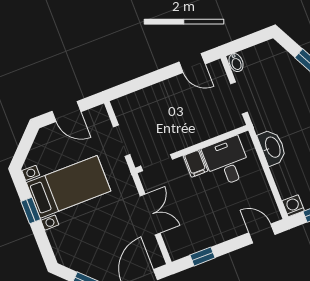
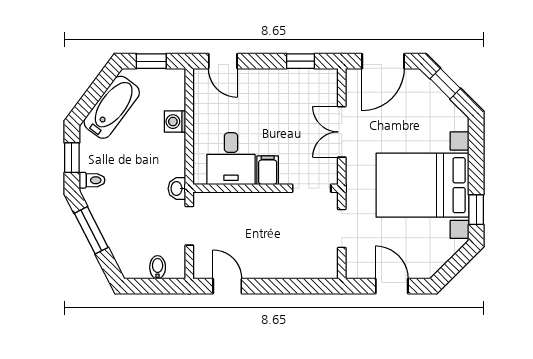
bidet: (236, 63) -> (158, 267), moved
washbasin: (272, 147) -> (177, 189), moved, width x0.52, depth x0.69
bed with nightstands: (69, 187) -> (422, 185), width x1.36
washing machine: (293, 206) -> (175, 122), moved, turned 90
window: (31, 211) -> (476, 210), moved

